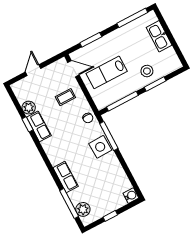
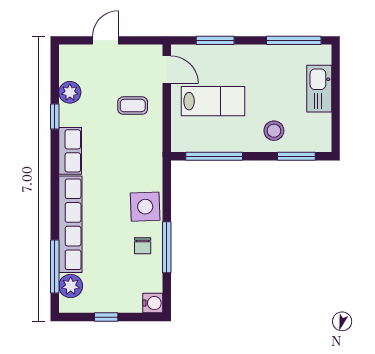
lab bench: (107, 72) -> (213, 101), turned 180
window: (155, 84) -> (296, 156), moved
chair: (88, 118) -> (143, 246), moved
row of seats: (39, 126) -> (70, 151), moved
window: (109, 136) -> (167, 247), moved
row of seats: (66, 177) -> (70, 224), width x2.02

